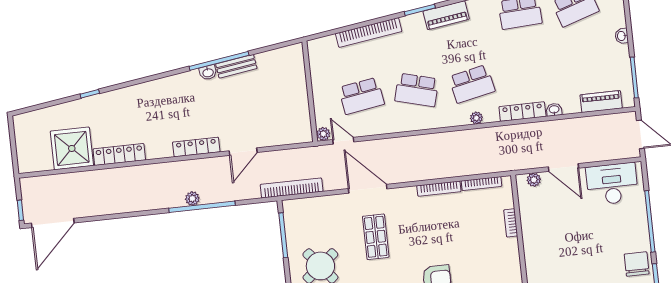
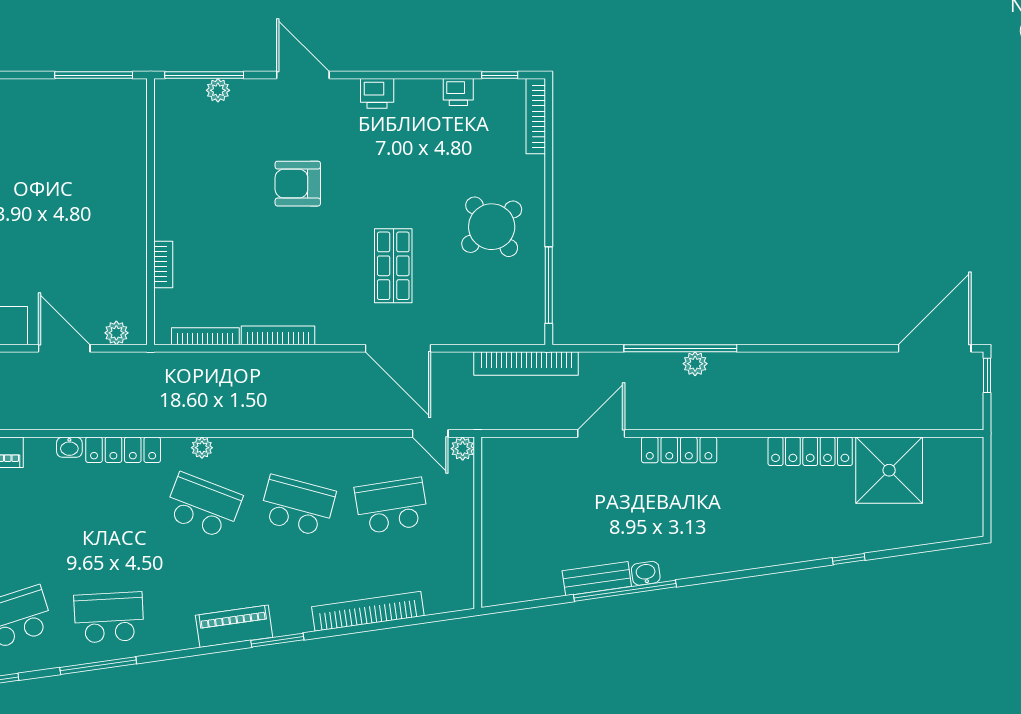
school desk: (472, 84) -> (203, 506), turned 33

